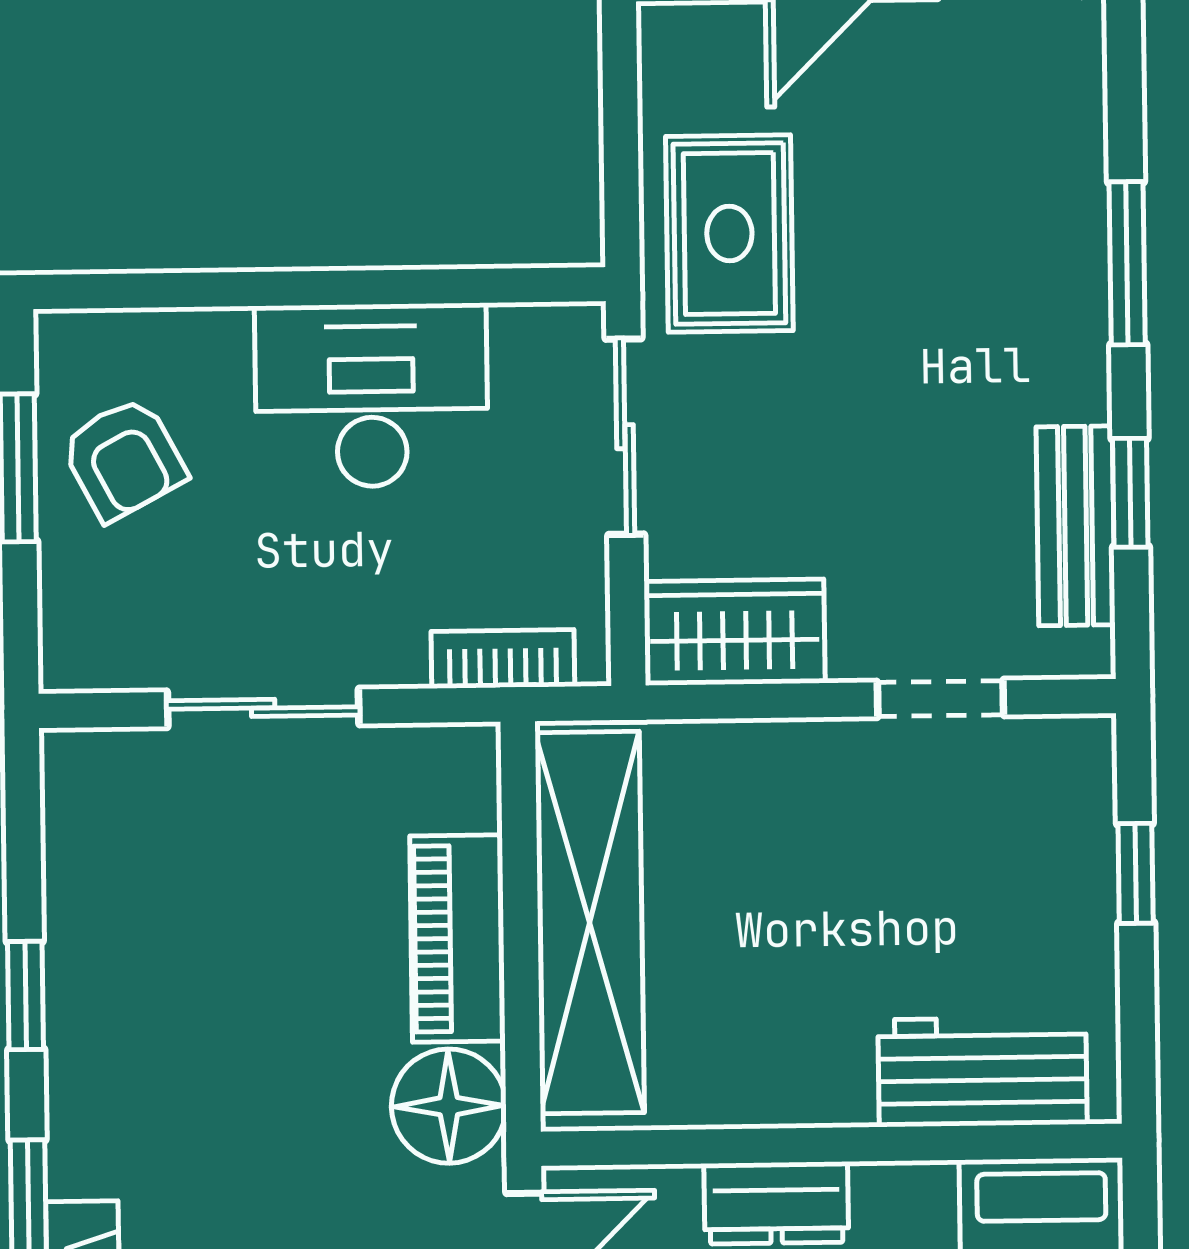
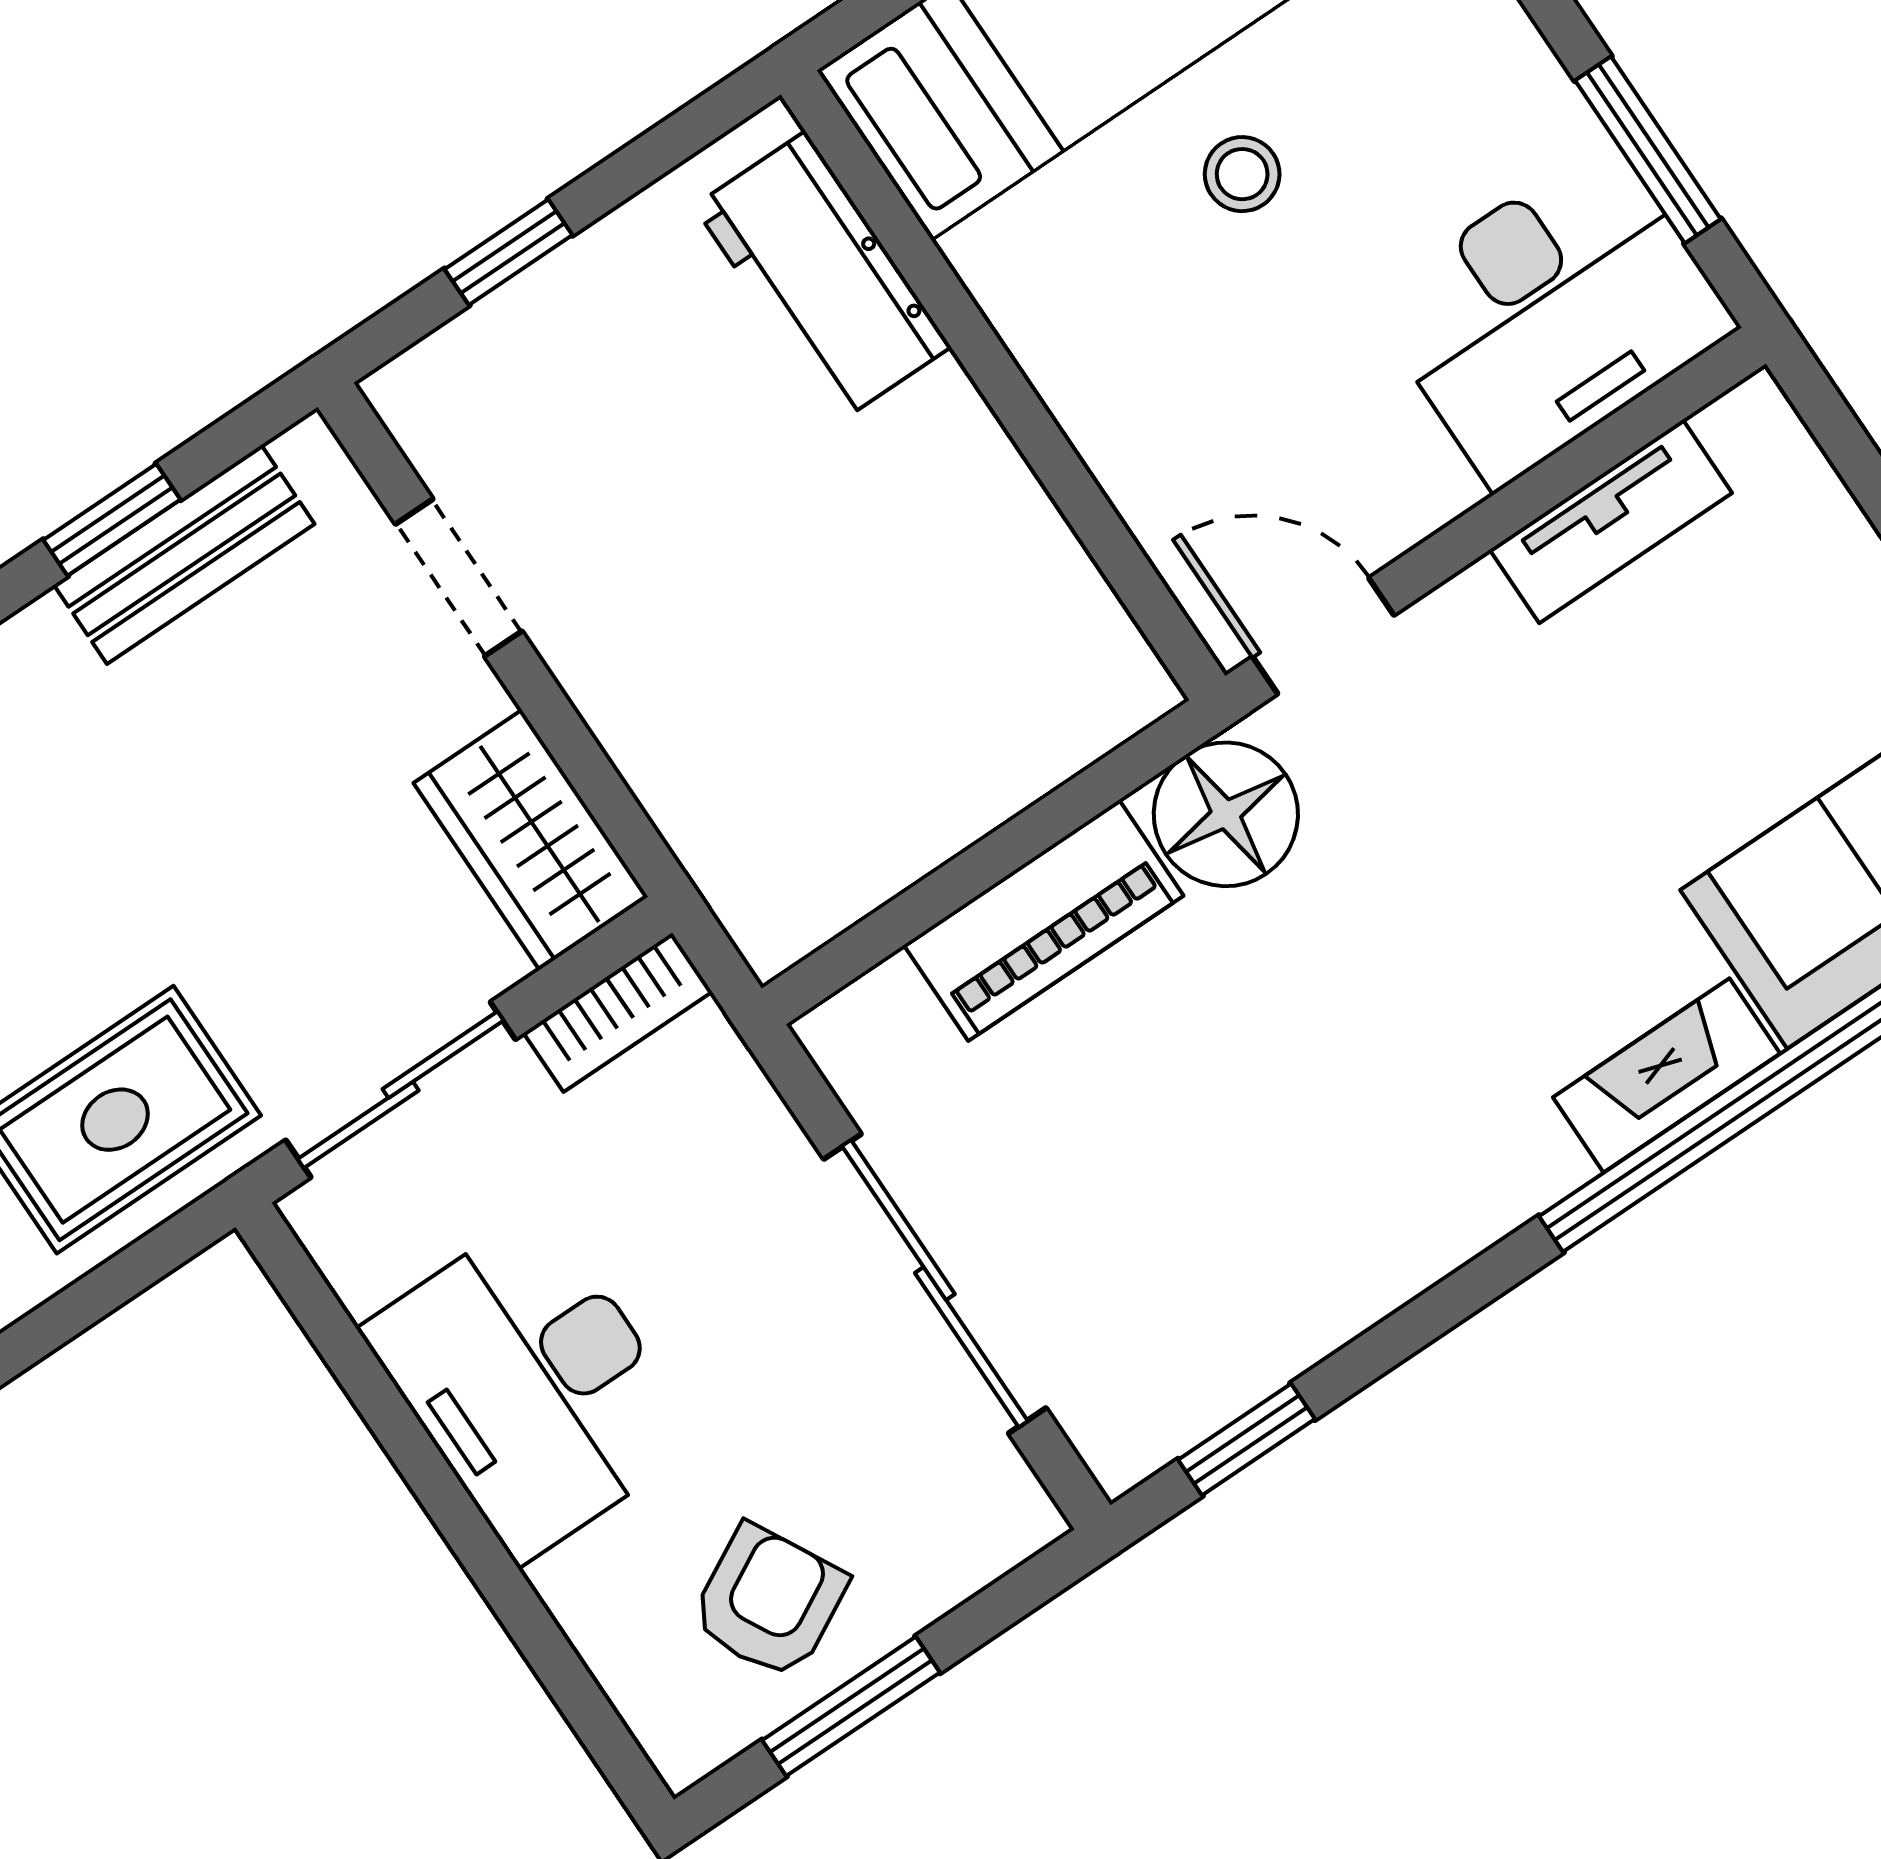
bookcase: (503, 659) -> (618, 1012), moved, turned -90
sliding door: (263, 708) -> (935, 1284), width x1.37
shelving: (590, 923) -> (936, 792), removed
window: (26, 996) -> (1246, 1439), moved
dresser: (776, 1203) -> (1102, 403), removed

